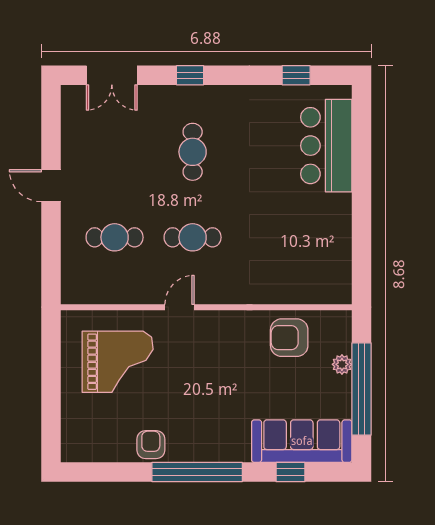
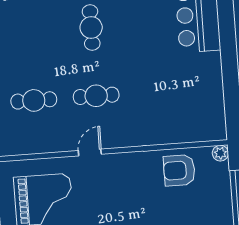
plant: (342, 364) -> (220, 153), moved

